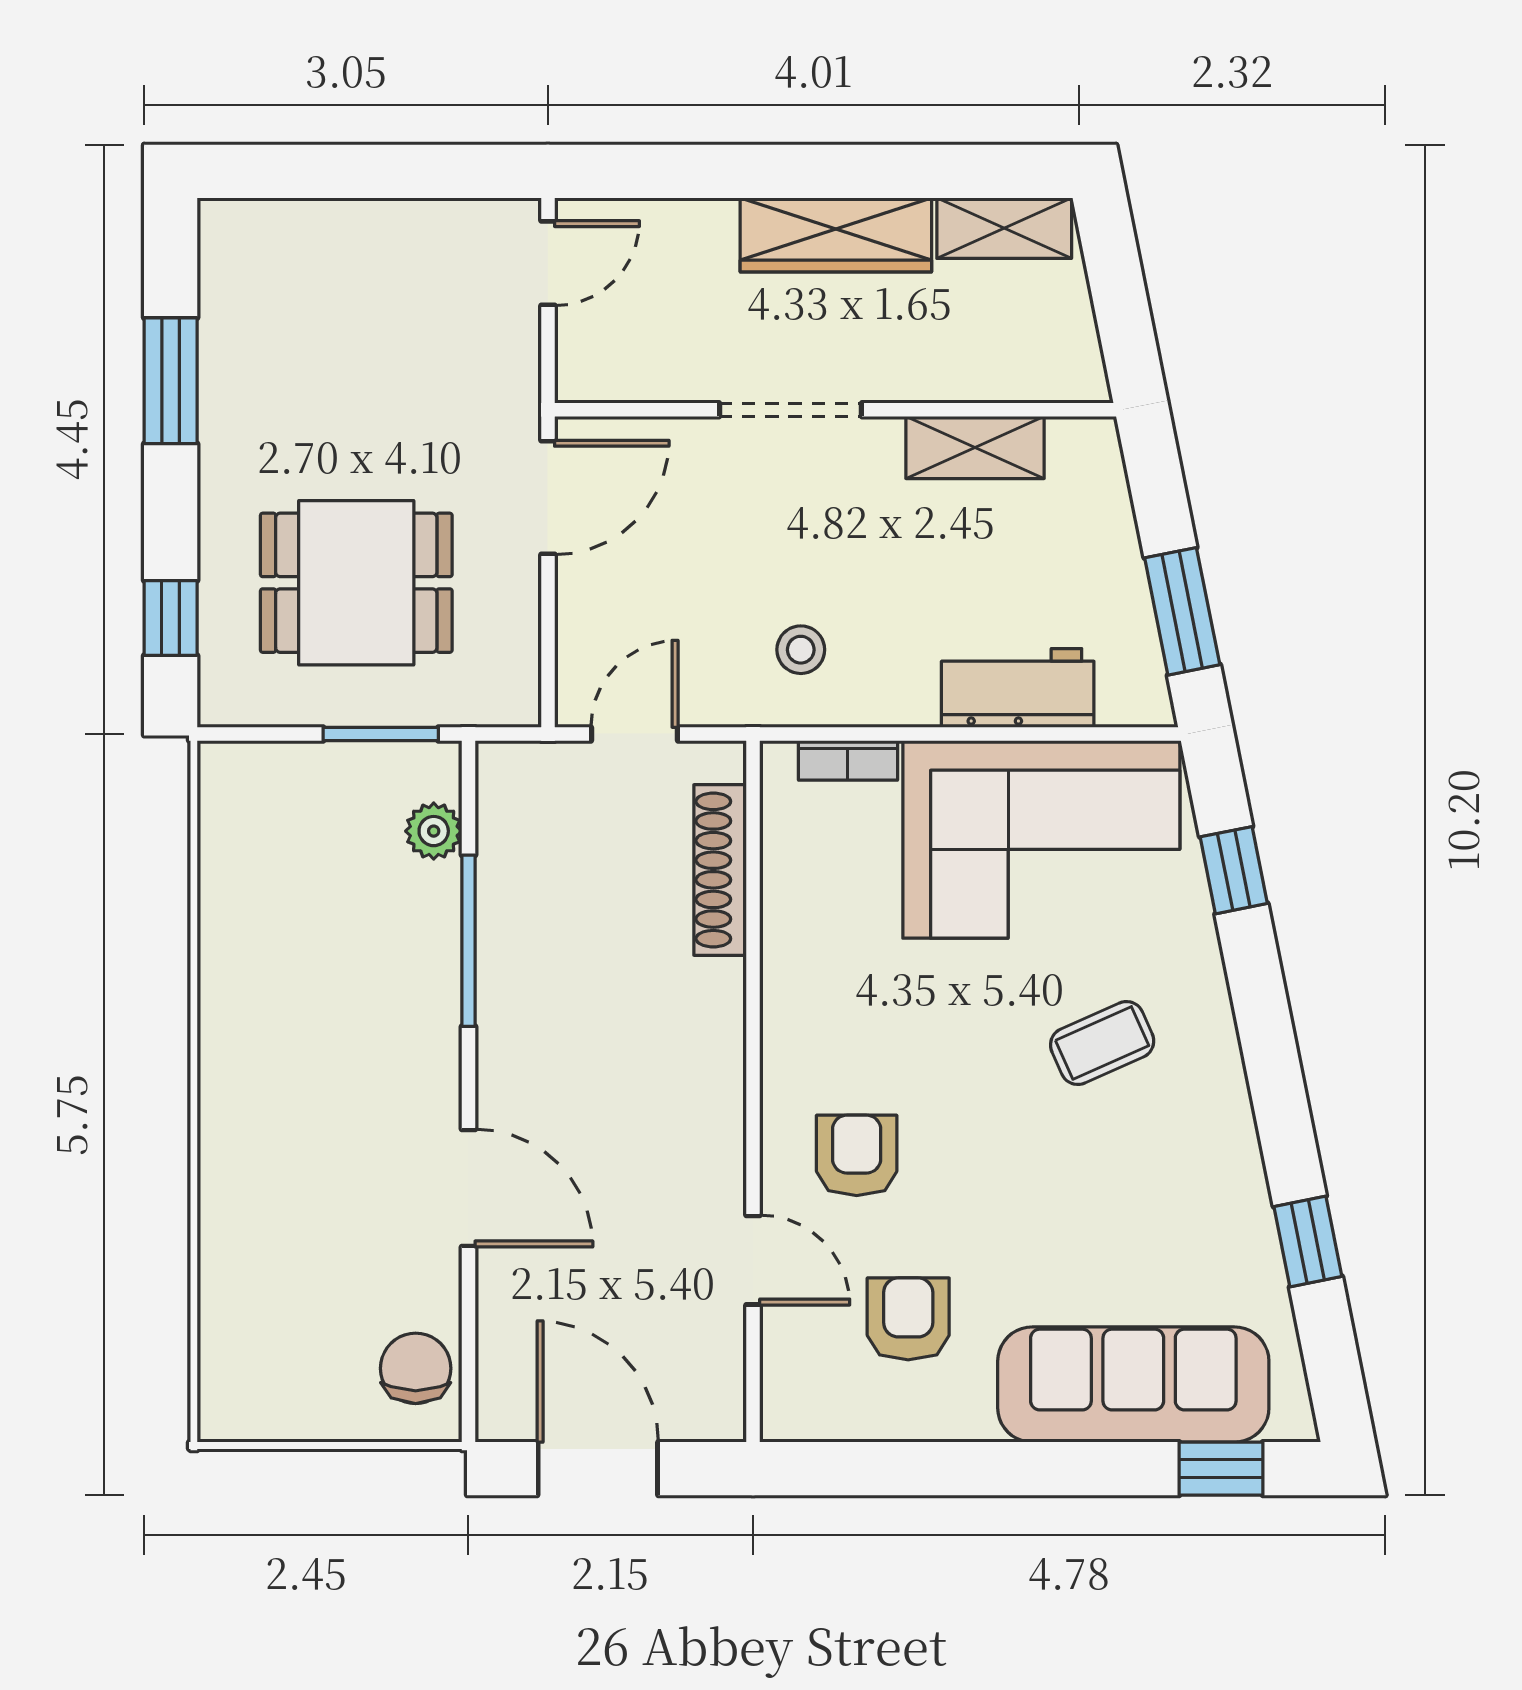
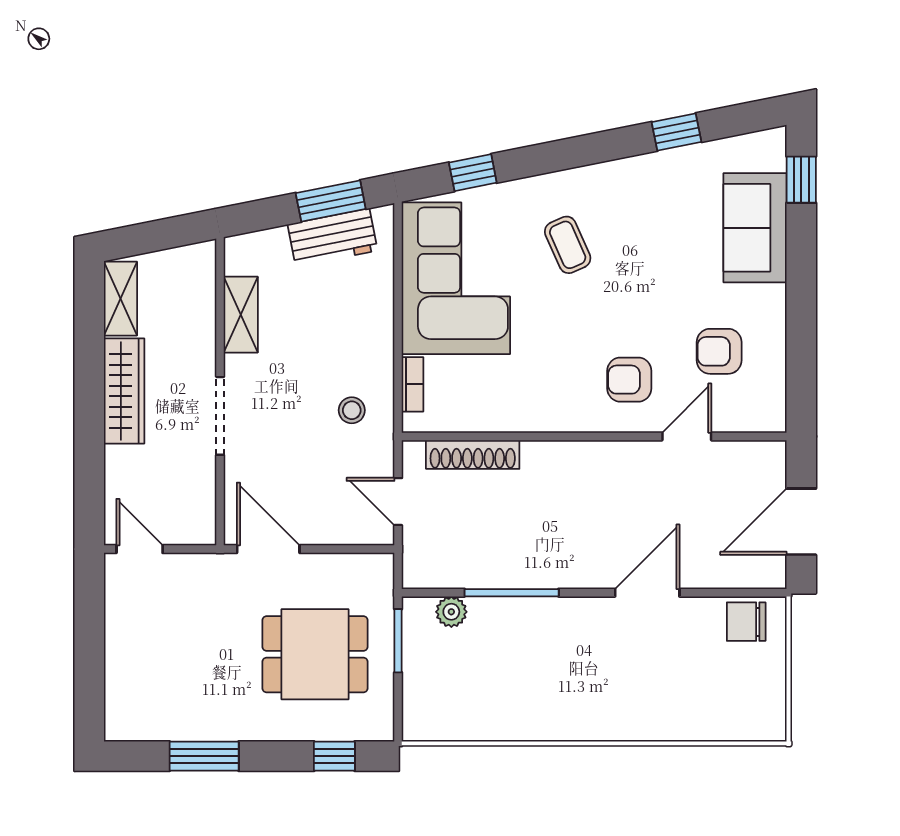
dining table: (356, 583) -> (315, 654), turned 90
workbench: (1018, 688) -> (333, 237), moved, turned -101
sofa: (1133, 1385) -> (755, 228), width x0.73

